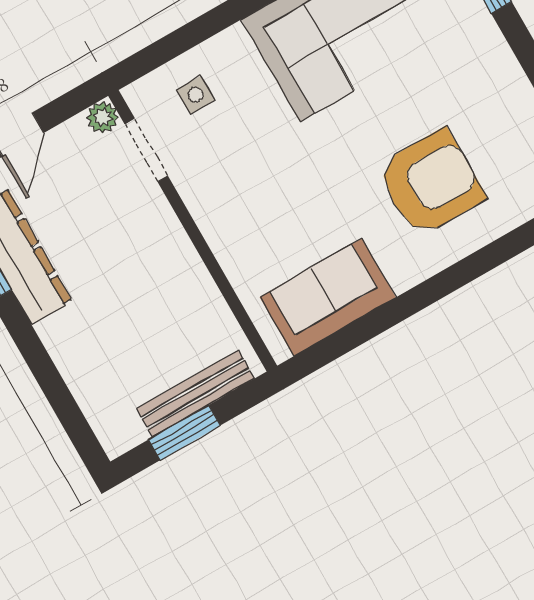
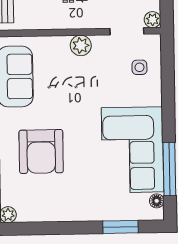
plant: (214, 215) -> (81, 45), added

